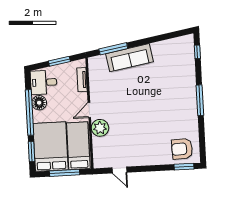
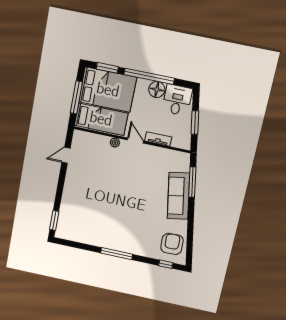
tv unit: (82, 80) -> (158, 139), moved
plant: (100, 128) -> (115, 143), width x0.53, depth x0.53
armchair: (182, 149) -> (172, 244), moved

